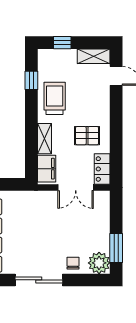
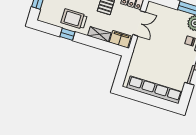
window: (31, 80) -> (67, 34), moved

